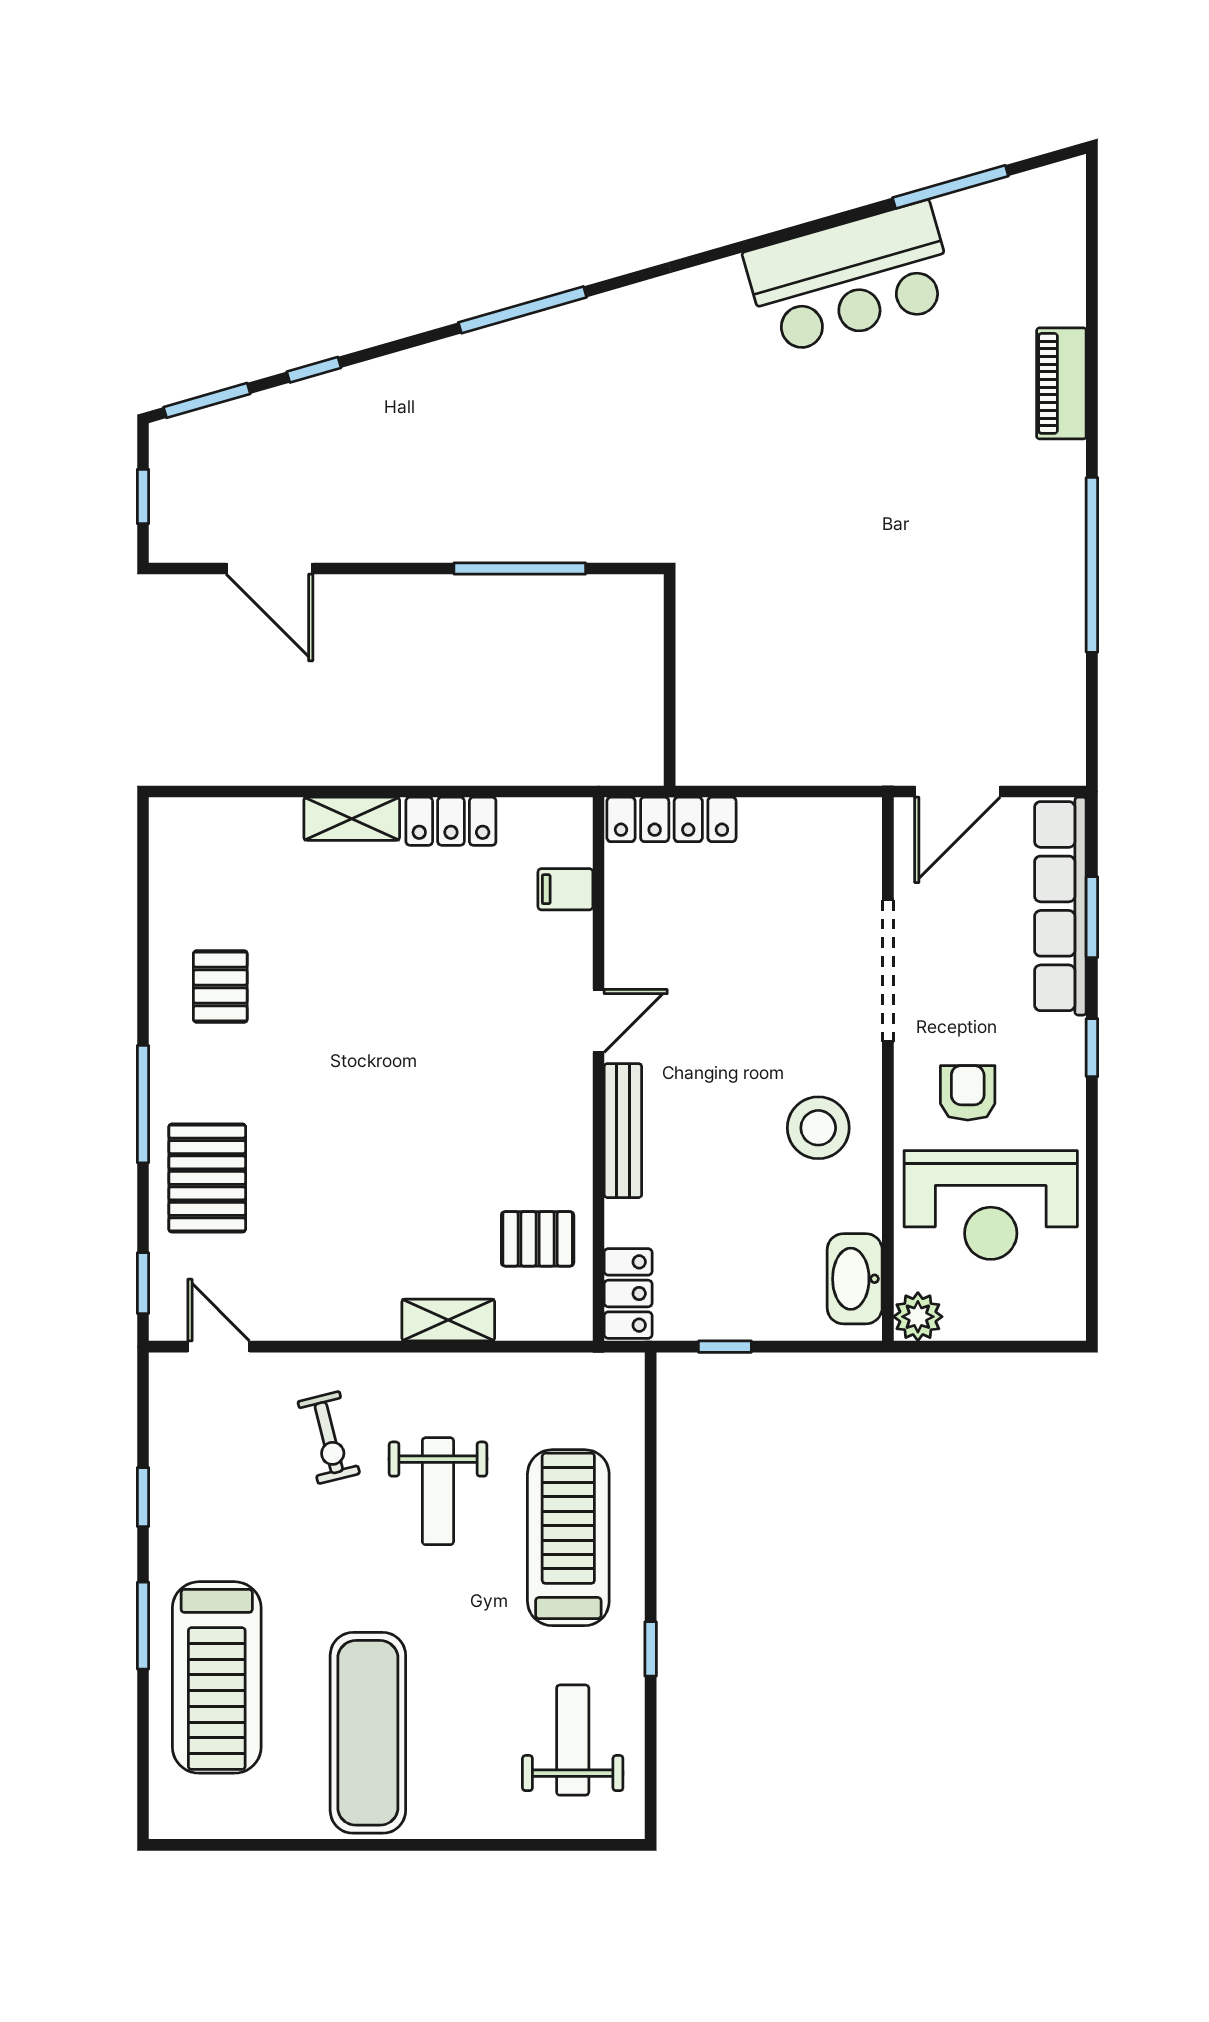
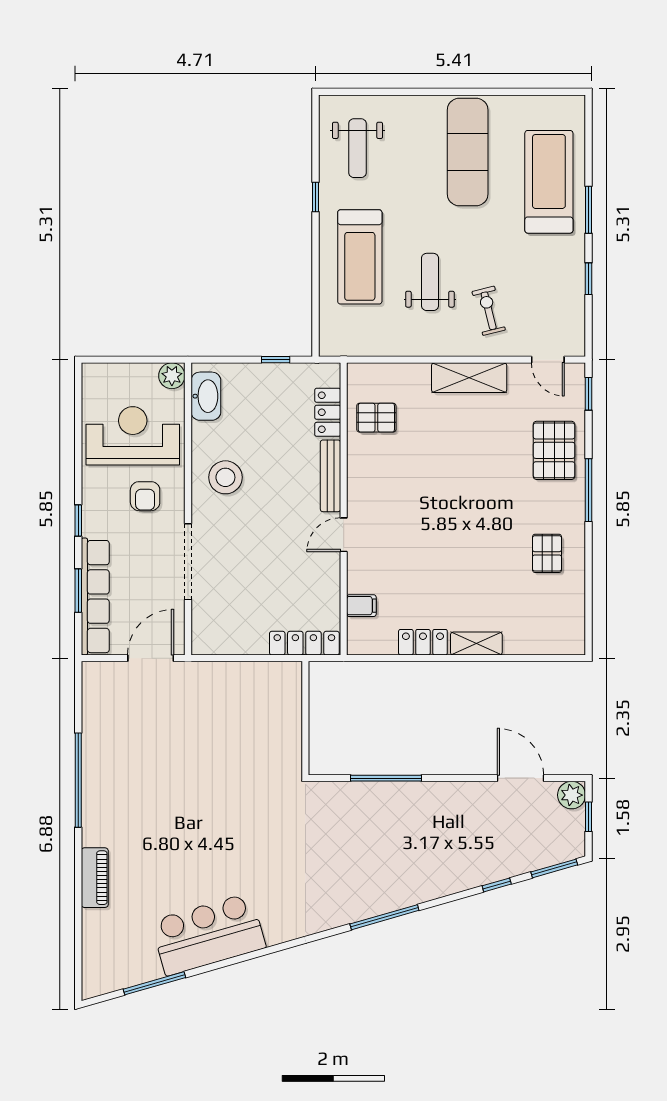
plant: (175, 537) -> (572, 795), added
locker: (628, 1294) -> (328, 412), moved
shelving: (448, 1320) -> (469, 378), moved, width x1.50, depth x1.33

